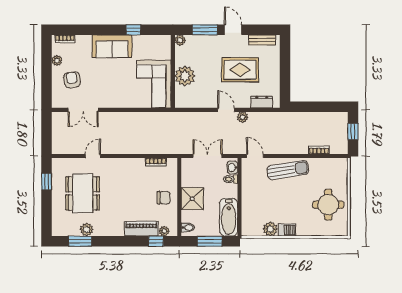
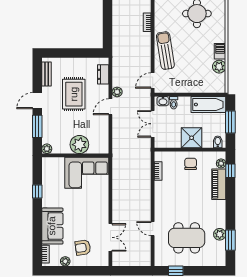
sofa: (112, 46) -> (52, 226), moved

